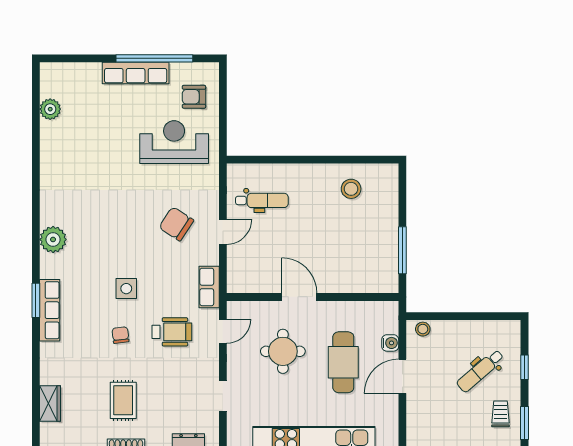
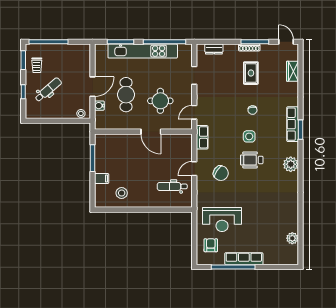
armchair: (194, 97) -> (211, 245), turned -90
filing cabinet: (386, 214) -> (102, 179), added
wheelchair: (172, 332) -> (252, 160), moved

